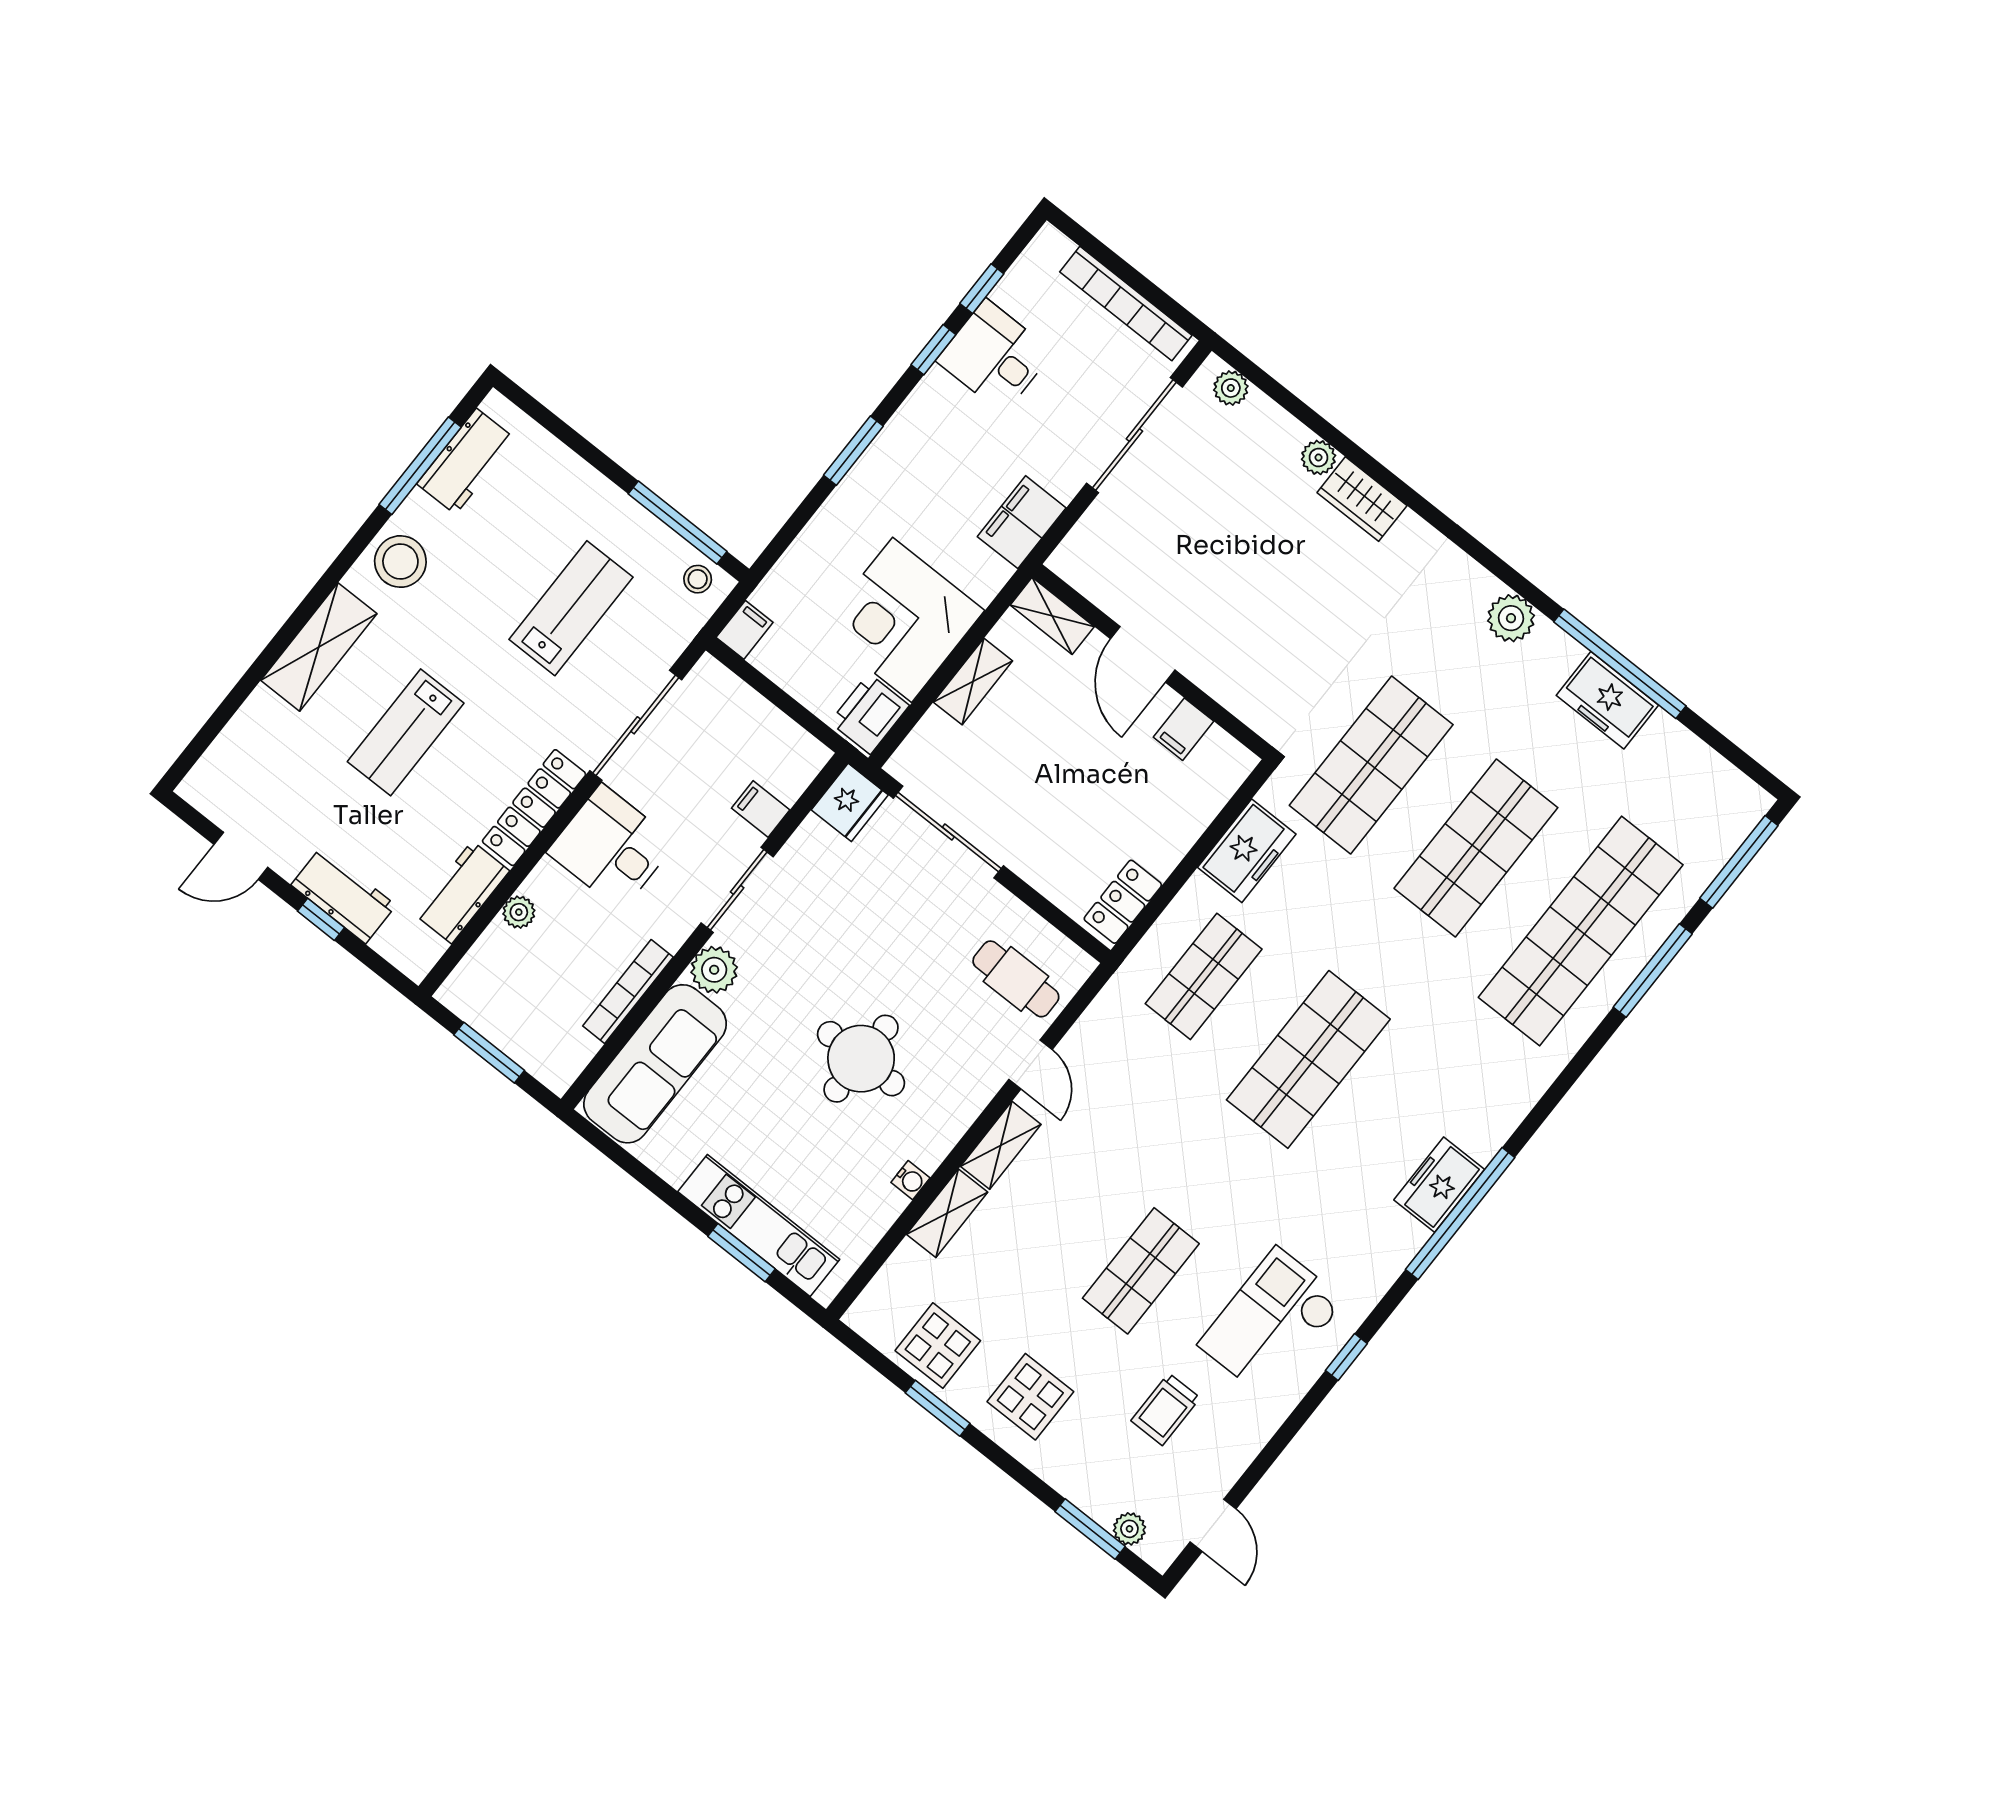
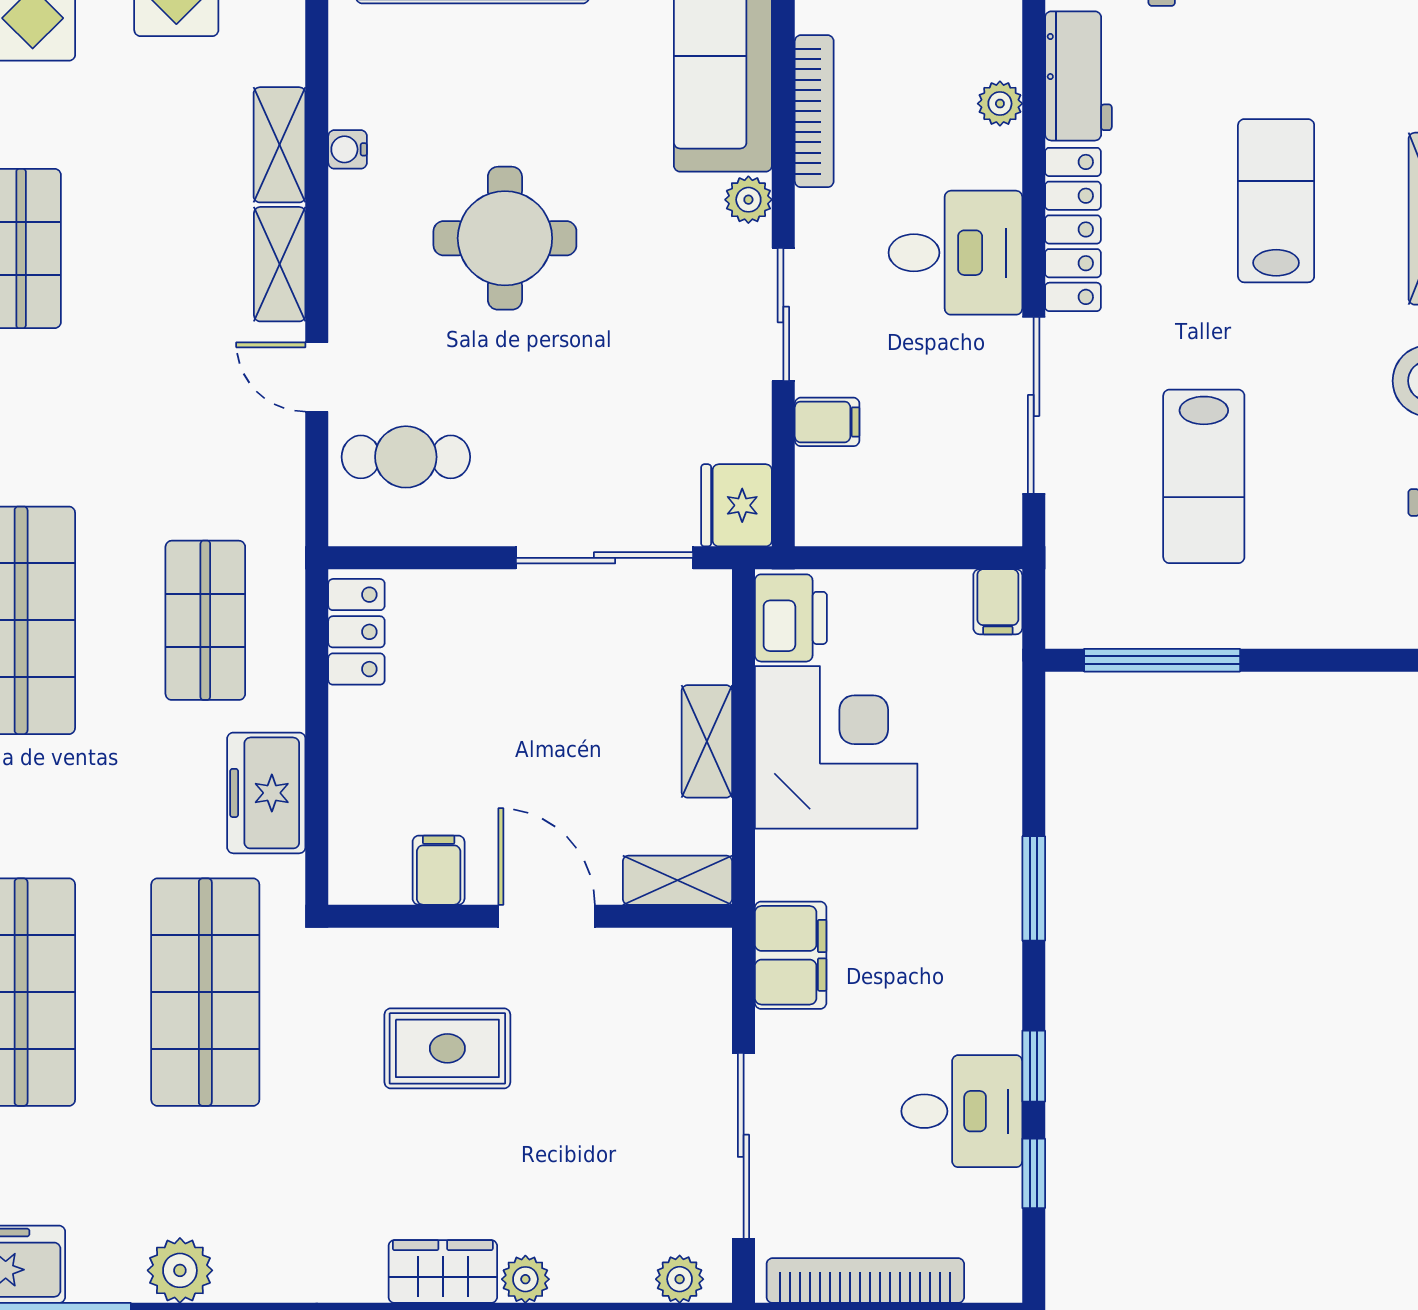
stool: (698, 579) -> (1092, 616), removed
rug: (1259, 624) -> (447, 1048), added
plant: (714, 970) -> (748, 200), width x0.73, depth x0.73

